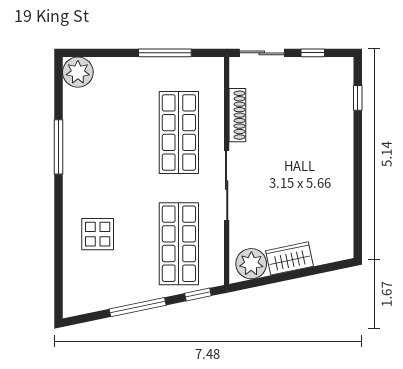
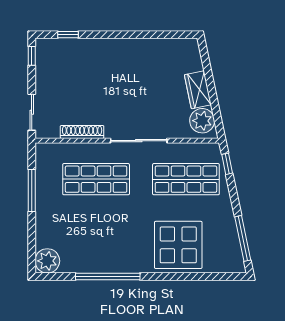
window: (313, 53) -> (32, 56), moved
window: (59, 147) -> (108, 277), width x1.46
display table: (98, 234) -> (178, 245), width x1.86, depth x1.86
window: (138, 307) -> (243, 238), moved

